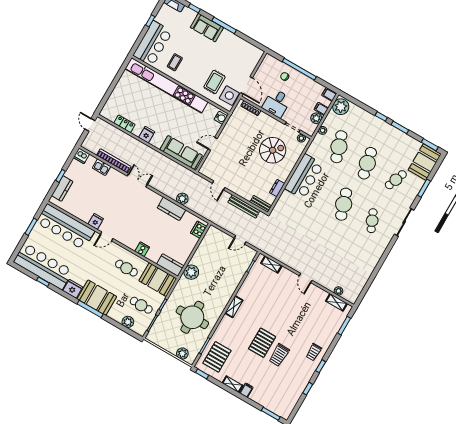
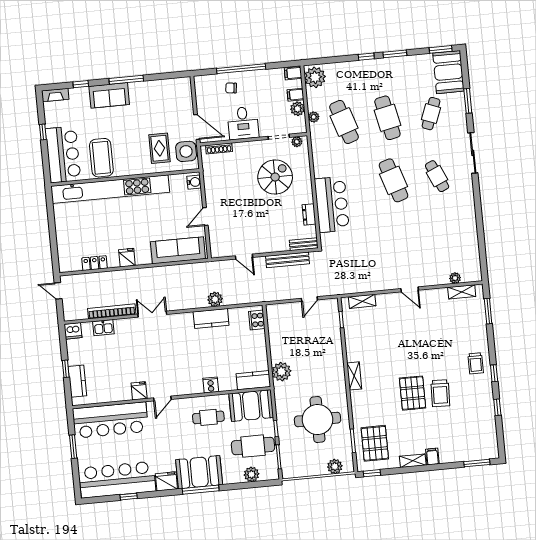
coffee table: (175, 62) -> (101, 158), width x1.86, depth x1.72
bar counter: (304, 176) -> (332, 205), moved
cafe table: (141, 305) -> (253, 446), width x1.37, depth x1.35

